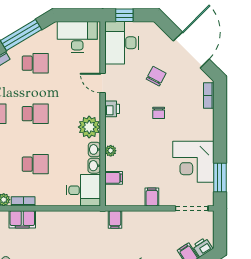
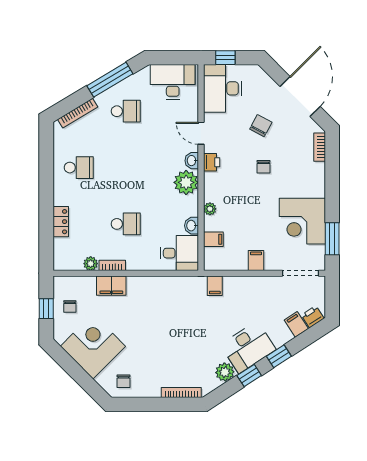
school desk: (35, 114) -> (126, 168), removed
washbasin: (94, 149) -> (192, 161), moved

